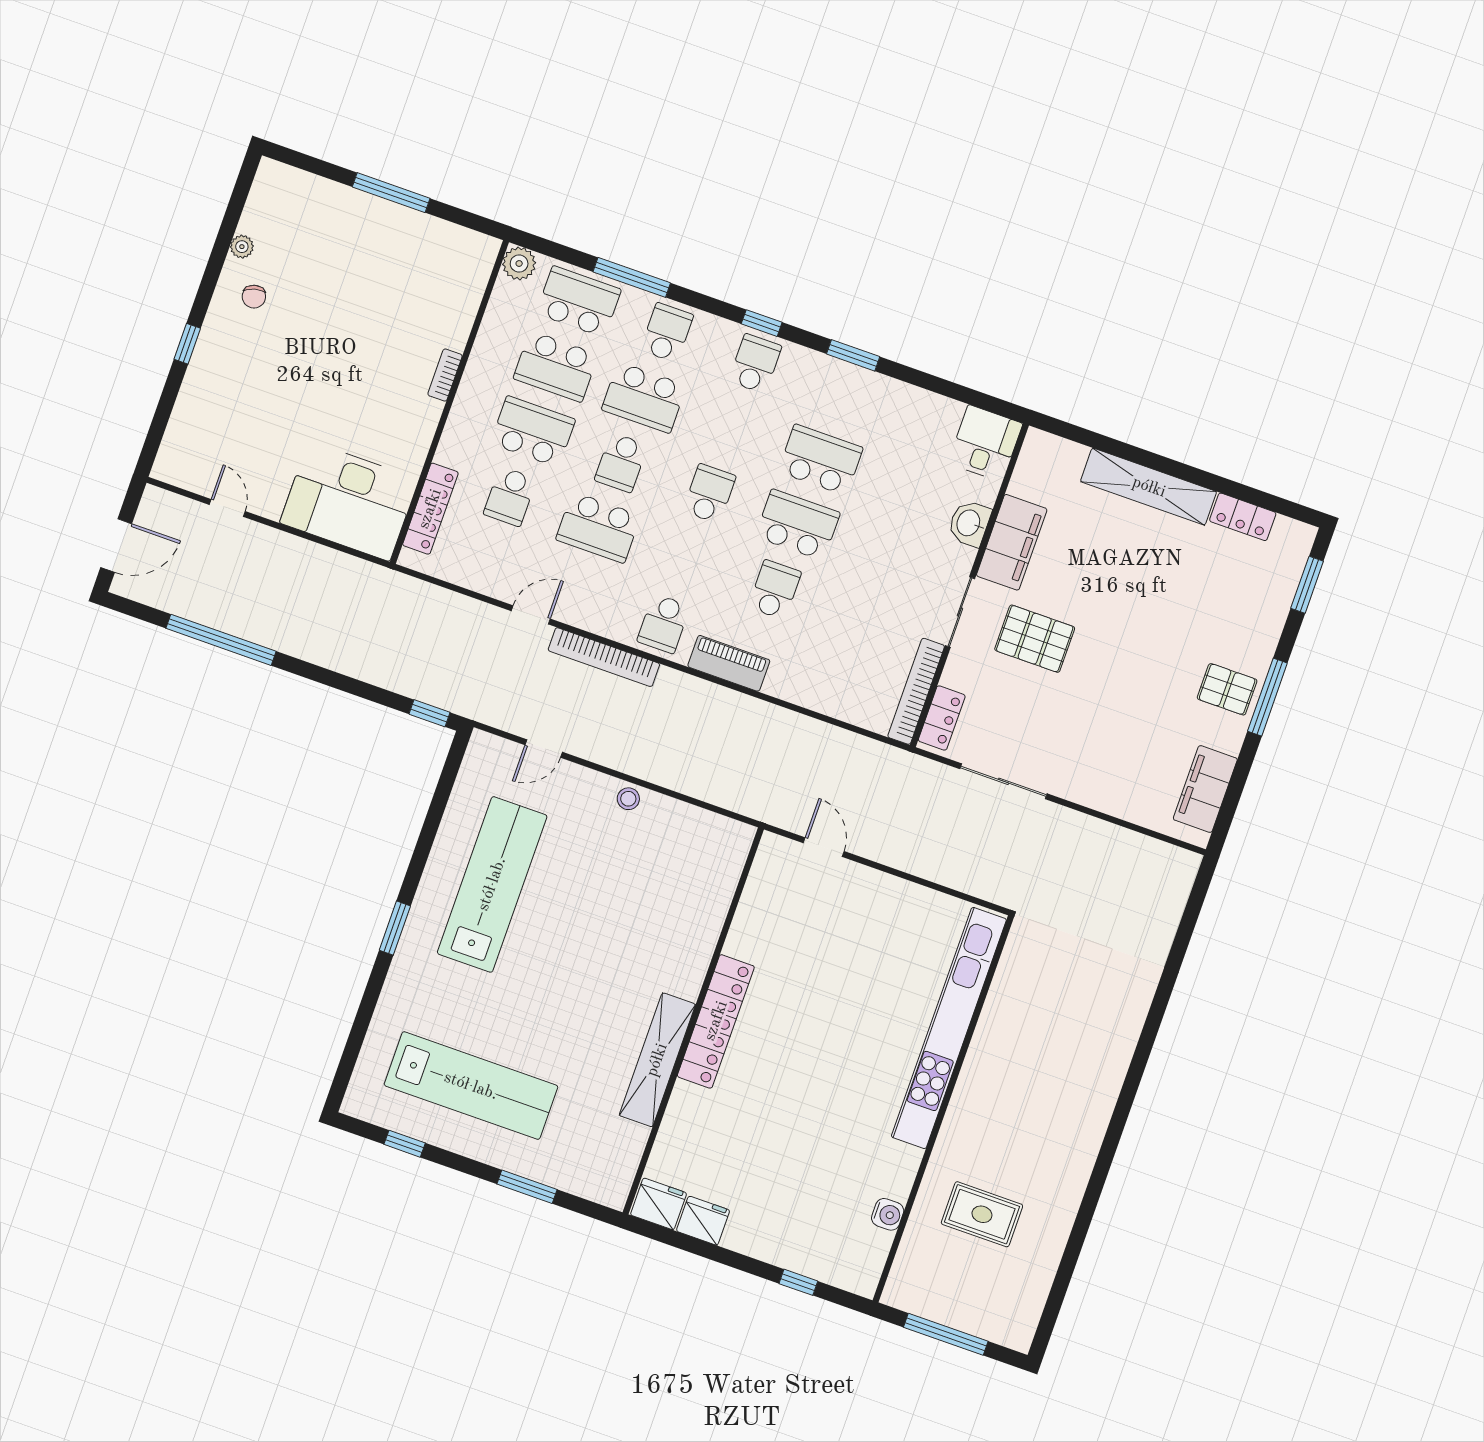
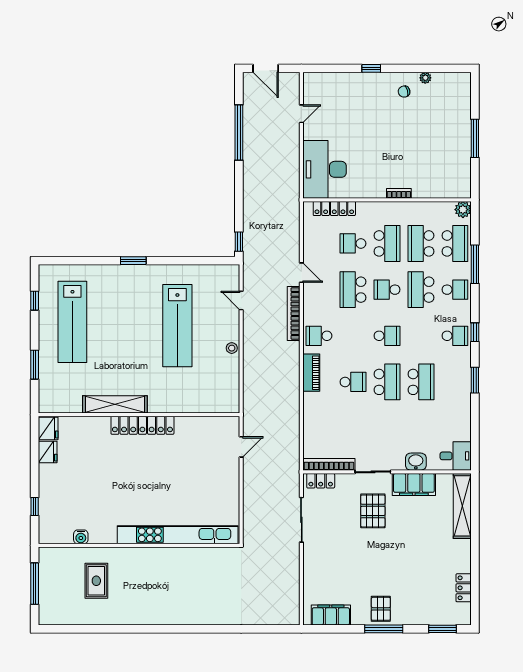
shelving: (1149, 487) -> (462, 506), moved
lab bench: (492, 884) -> (177, 326), moved, turned 90

